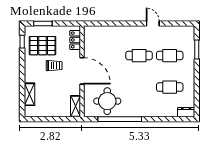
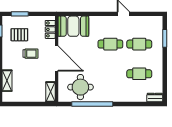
booth: (100, 37) -> (73, 26), added
pallet: (43, 46) -> (19, 35), width x0.67, depth x0.71

